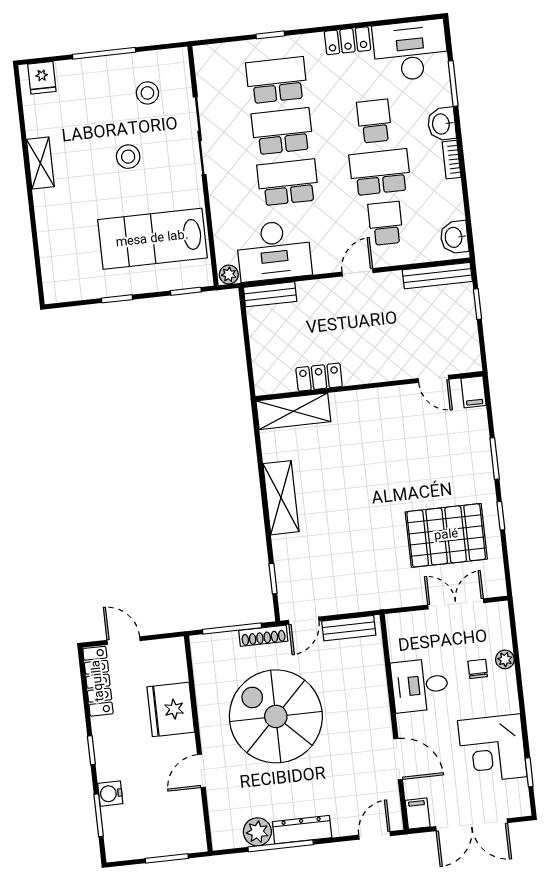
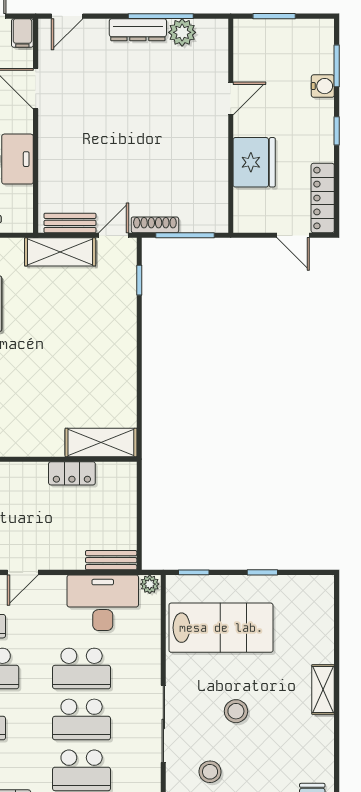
shelving: (40, 163) -> (323, 689), moved
shelving: (281, 498) -> (60, 252), moved, turned 90
spiral stairs: (276, 716) -> (151, 144), removed

